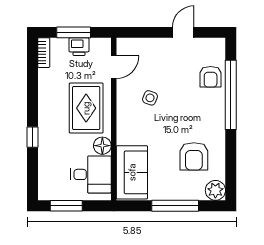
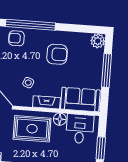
armchair: (211, 77) -> (16, 38), turned 180
fireplace: (124, 125) -> (46, 102), added
armchair: (194, 156) -> (57, 54), moved

